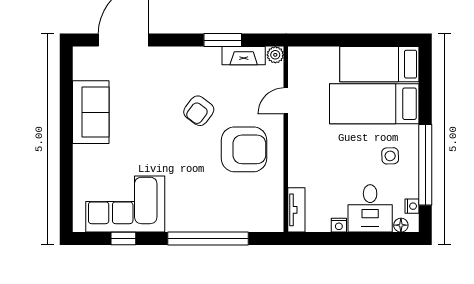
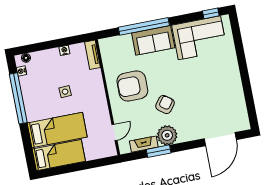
plant: (275, 55) -> (167, 135), moved, width x1.88, depth x1.88
door: (286, 101) -> (114, 132), moved
sofa: (91, 112) -> (153, 40), moved, turned -90
side table: (390, 156) -> (65, 92), moved
desk: (370, 208) -> (47, 65), removed
window: (123, 239) -> (211, 13), moved

